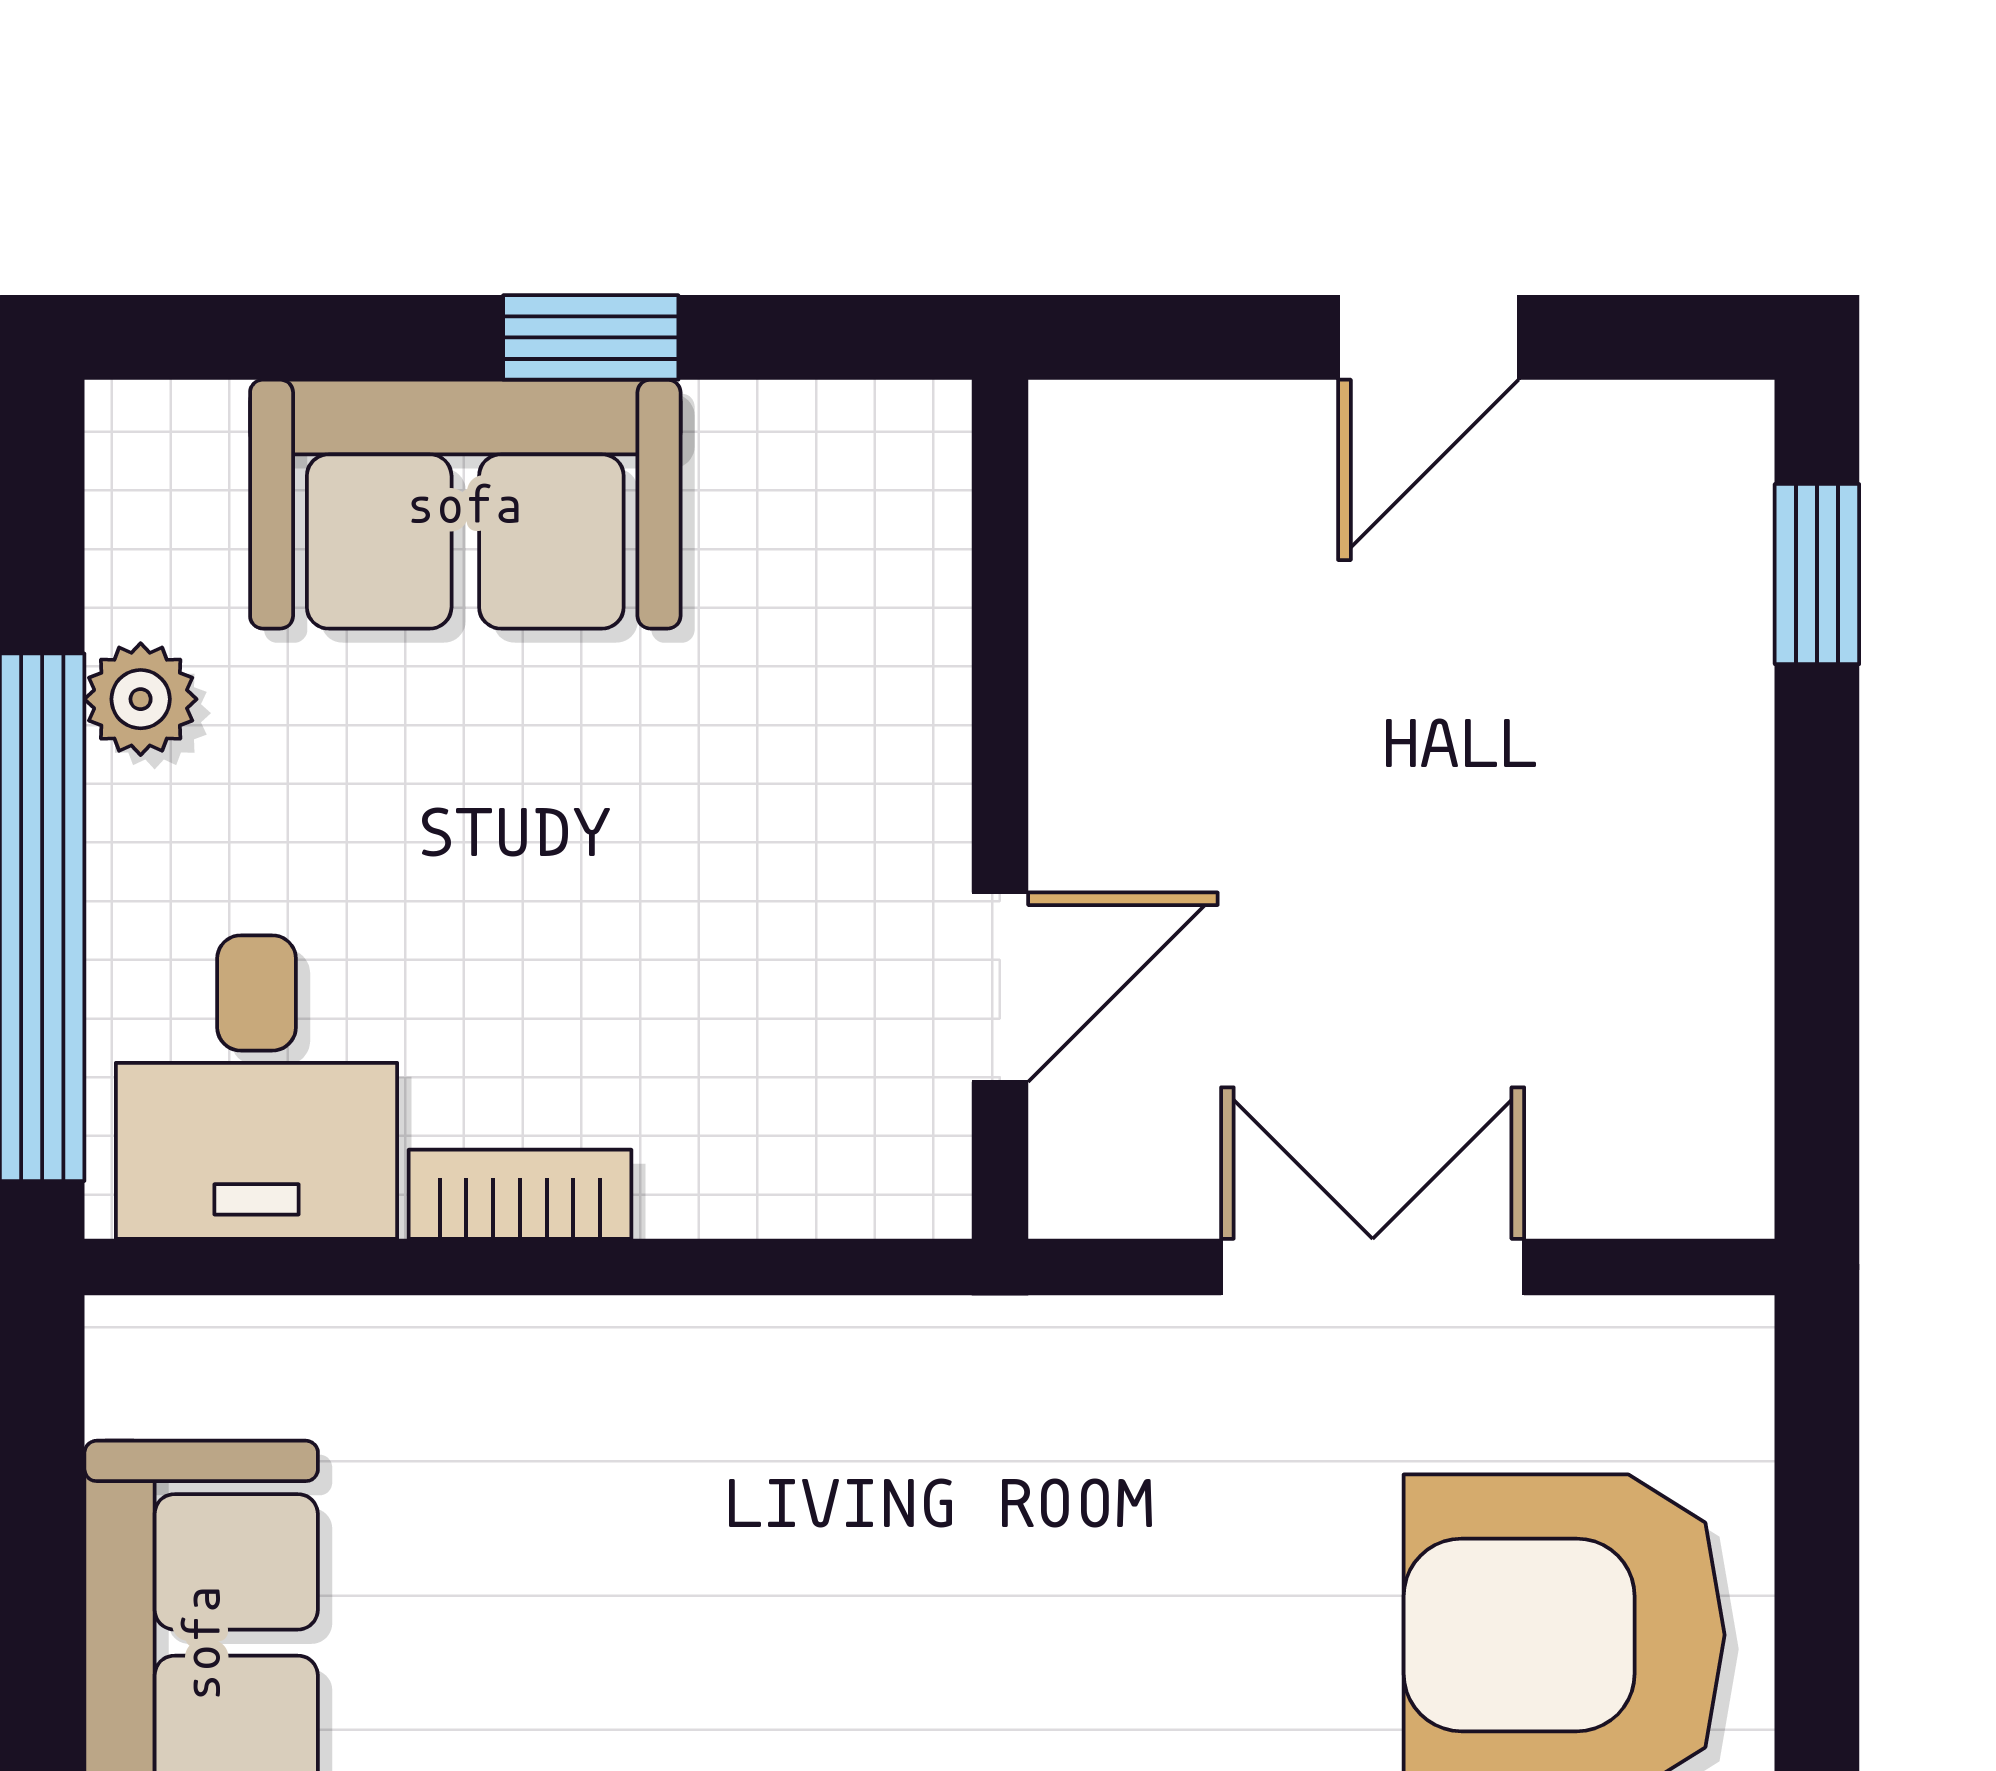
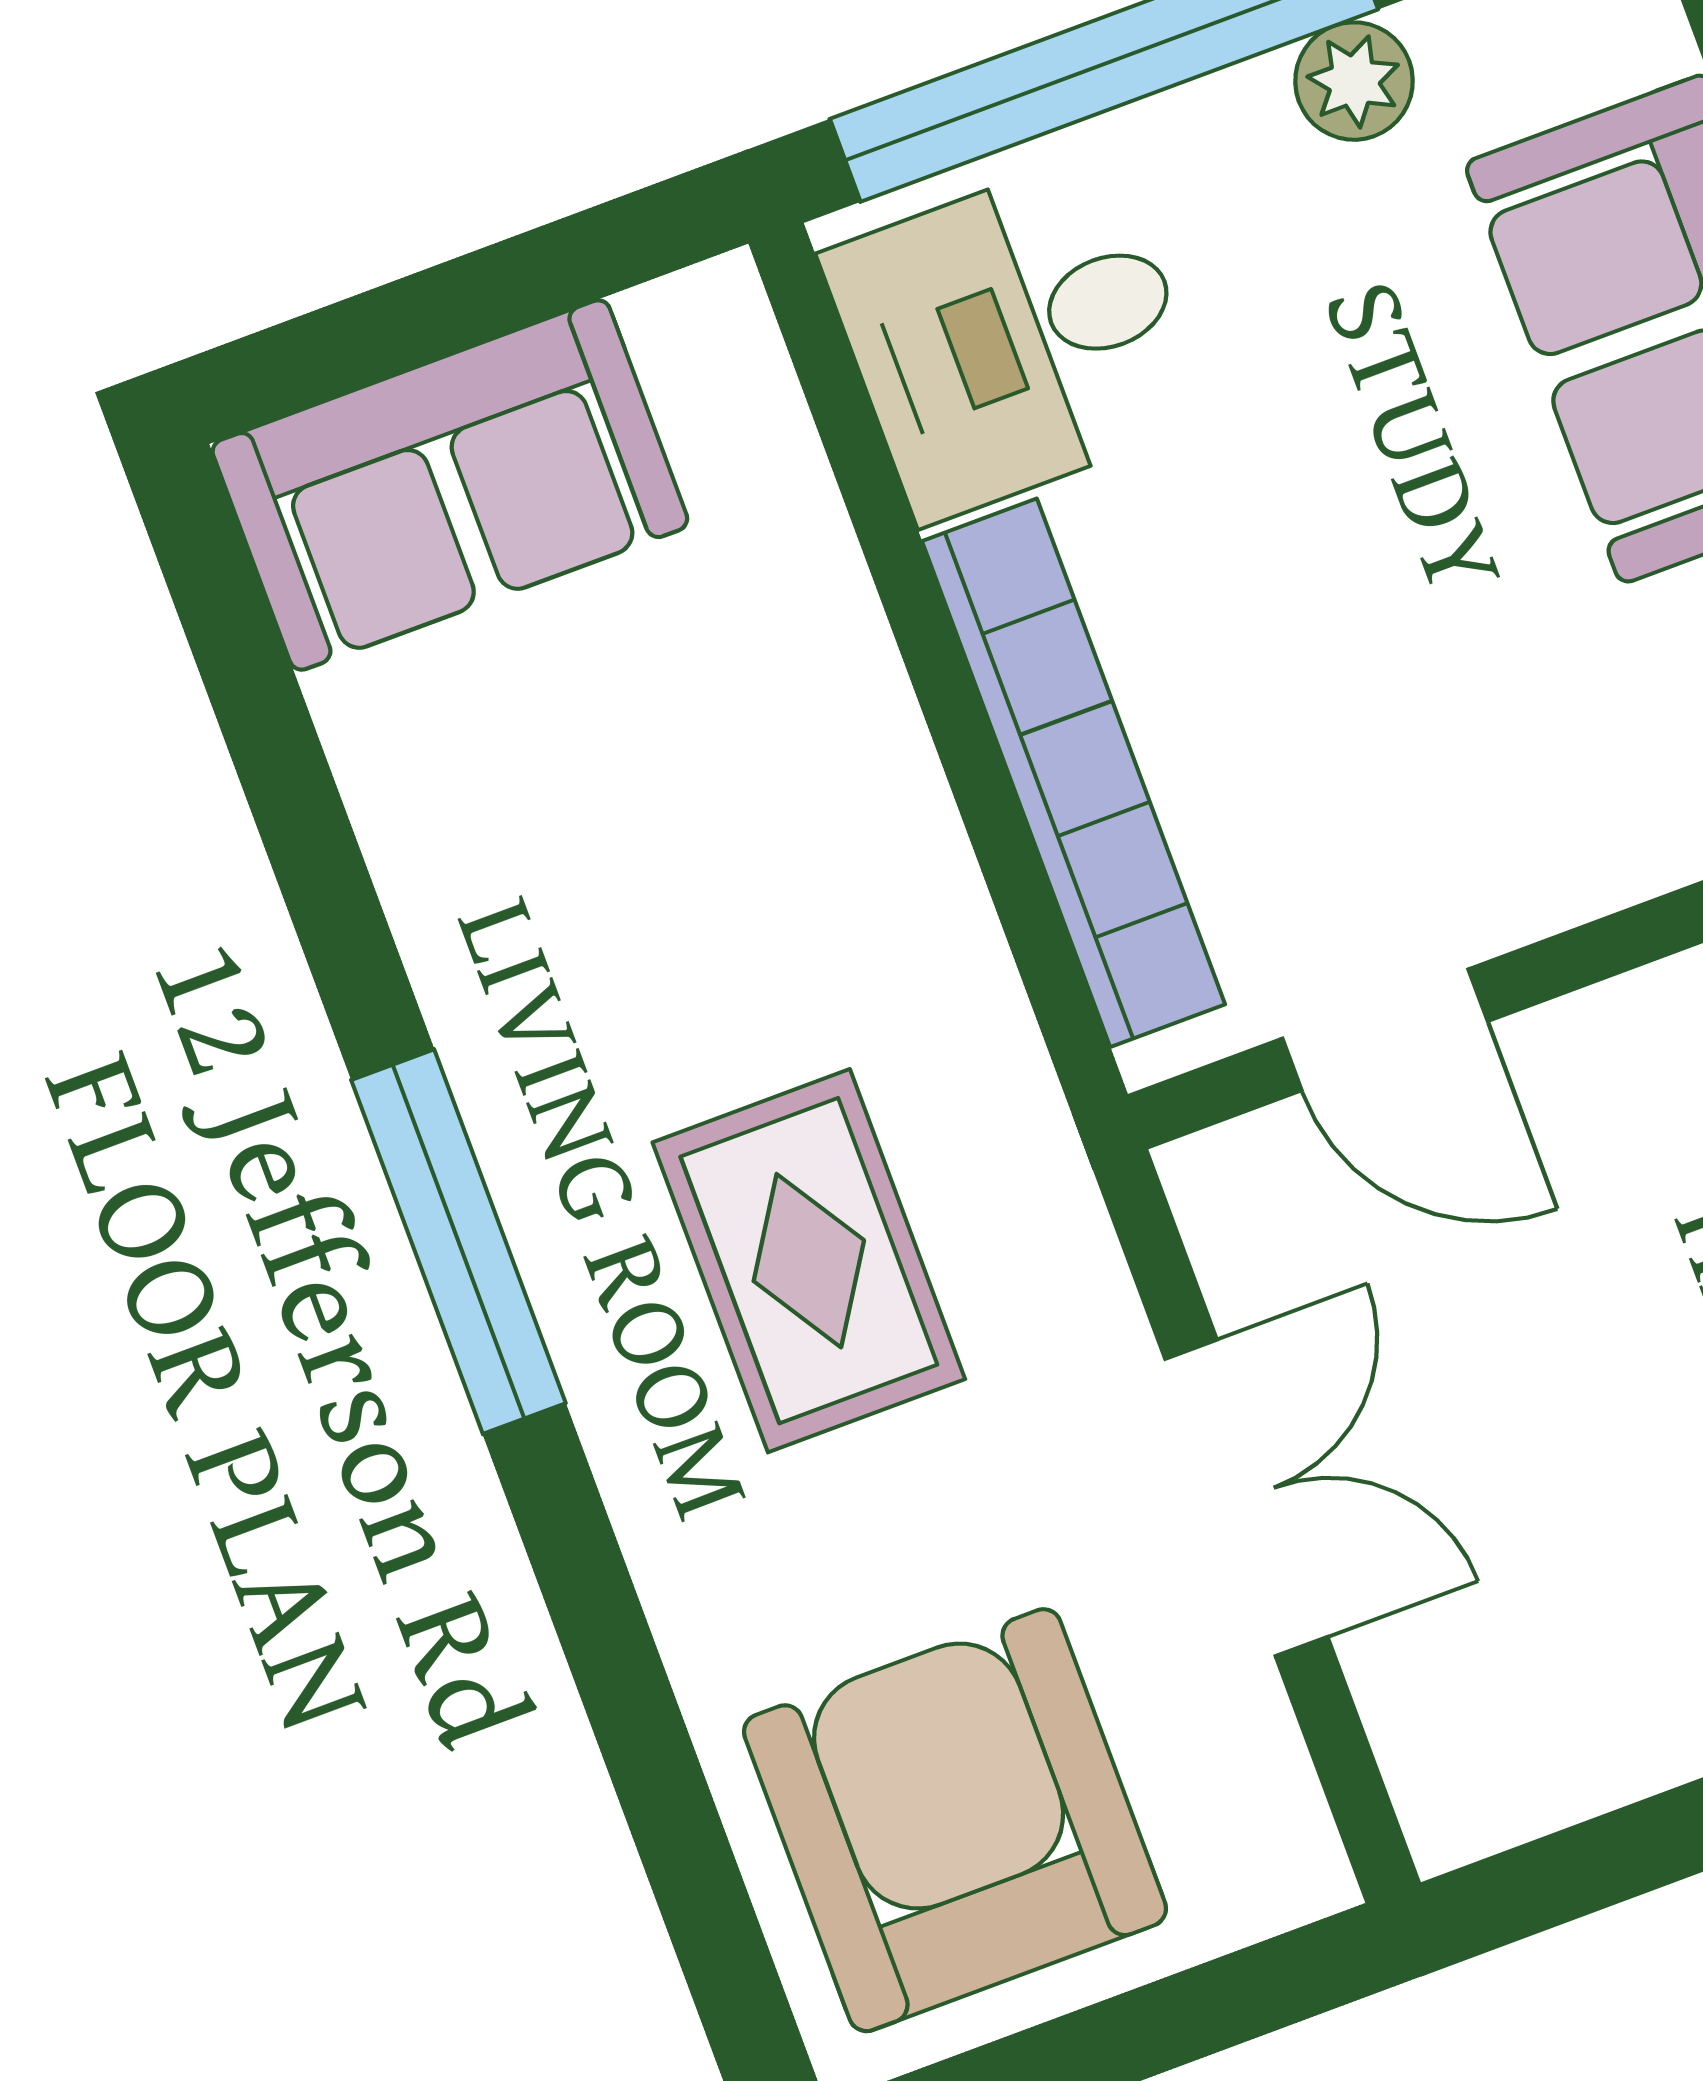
bookcase: (520, 1194) -> (1073, 773), width x2.31, depth x1.31
rug: (1015, 1580) -> (809, 1261), added

